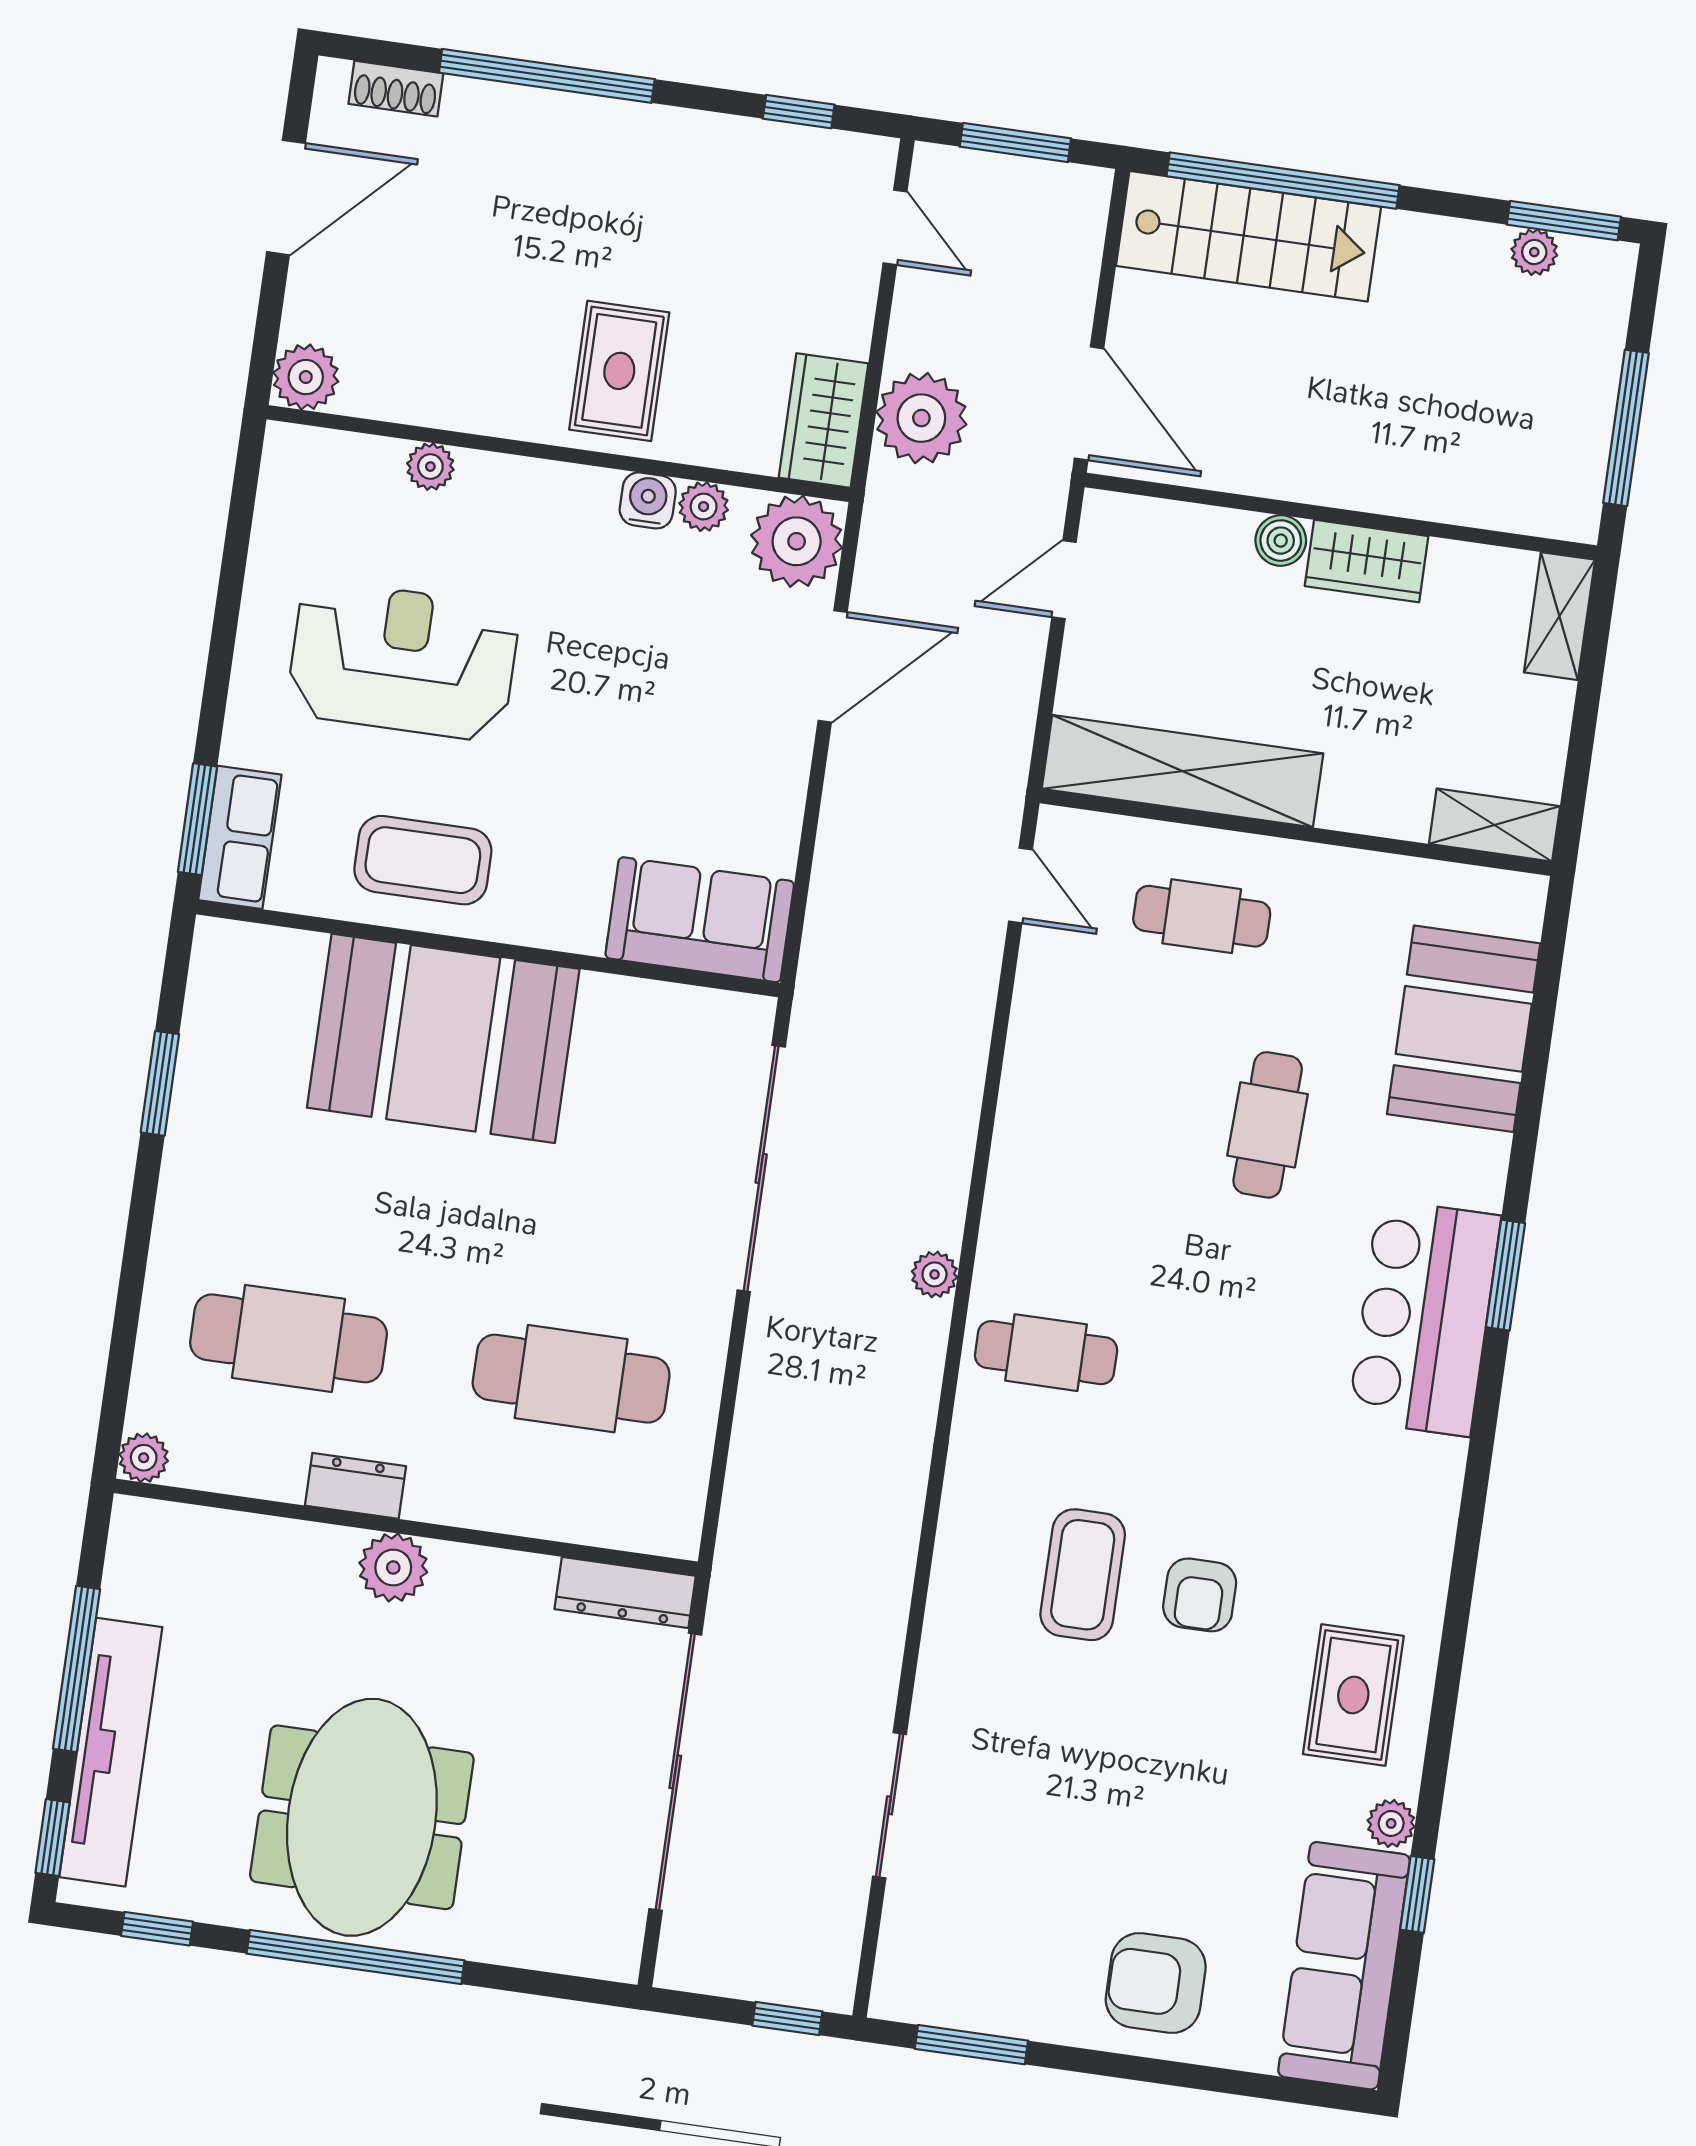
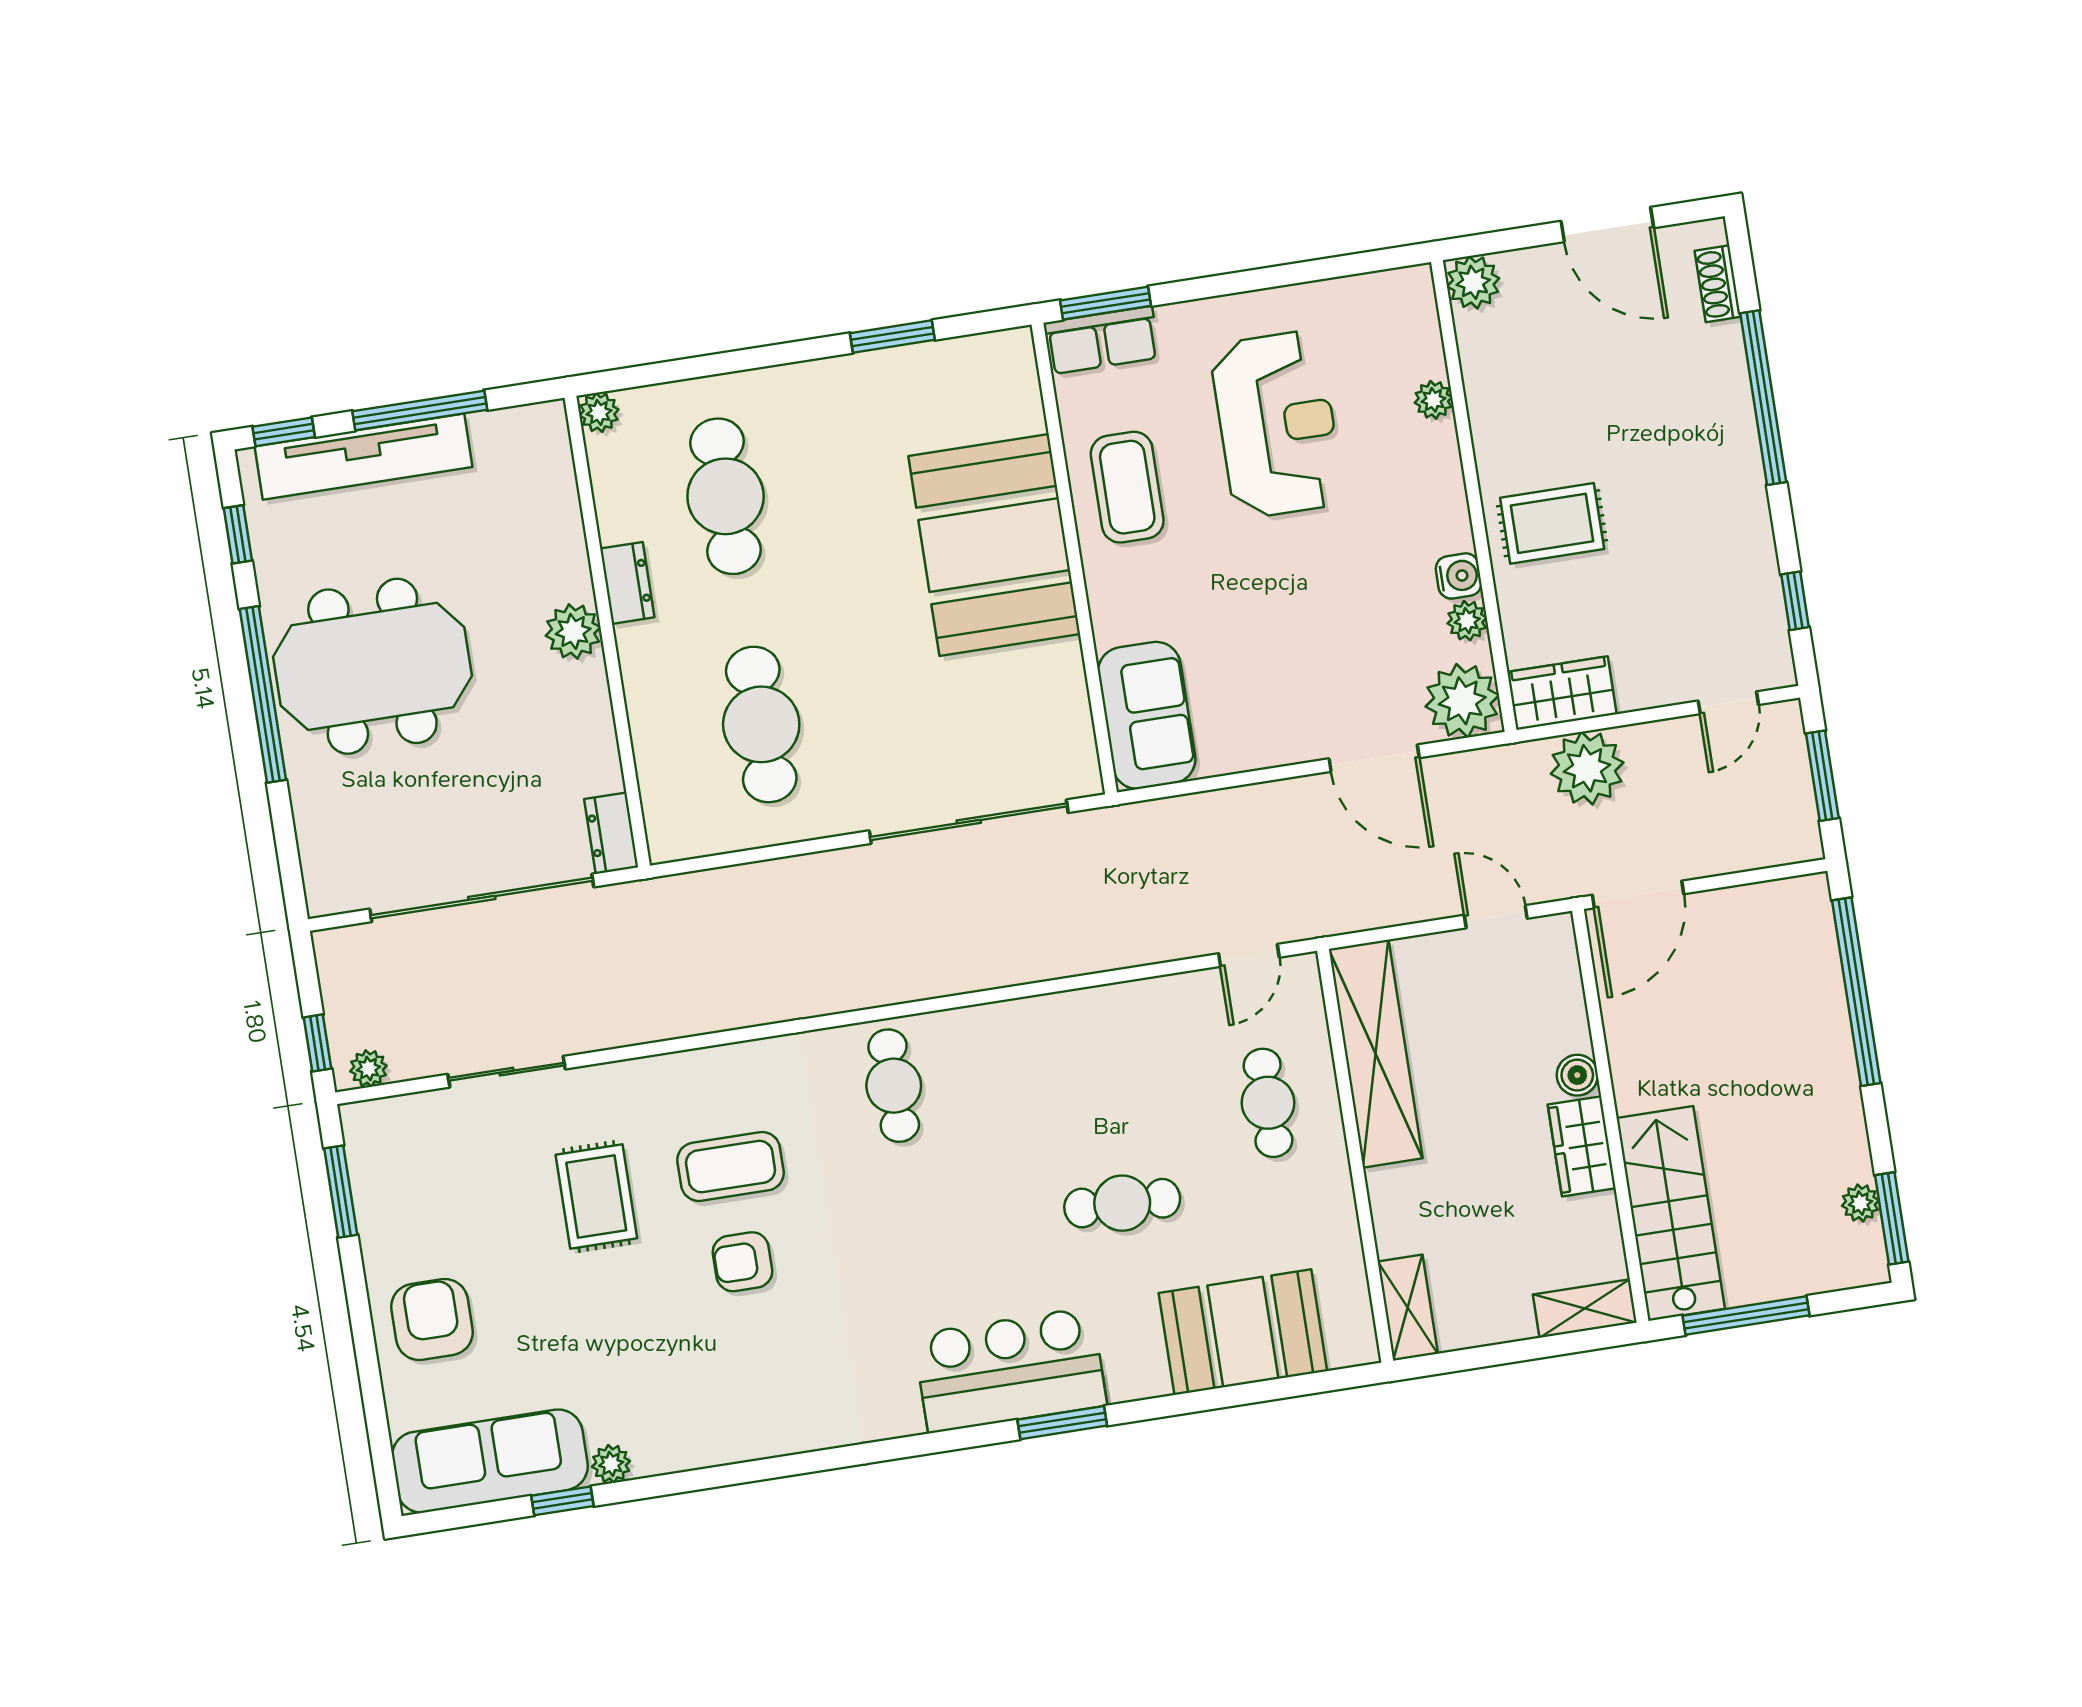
stairs: (1249, 236) -> (1671, 1213), moved, turned 180
plant: (935, 1274) -> (369, 1068), moved
dresser: (625, 1592) -> (611, 833), width x0.70
rug: (1353, 1695) -> (596, 1196), moved, turned 90

